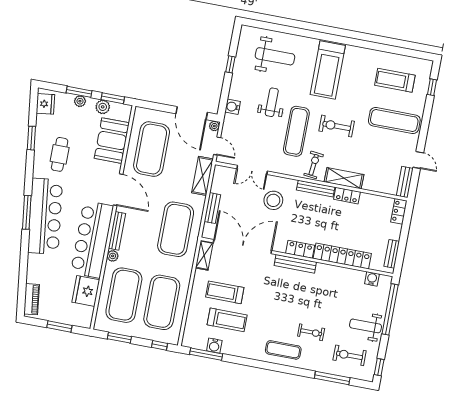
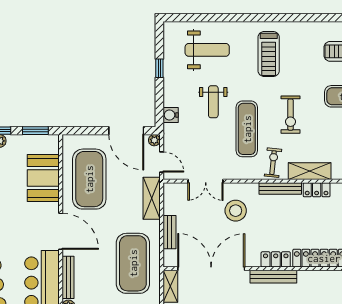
treadmill: (328, 70) -> (269, 54), width x0.73, depth x0.73
weight bench: (272, 102) -> (213, 102), turned 180
plant: (103, 107) -> (26, 142), removed
exercise bike: (337, 126) -> (290, 115), turned -90

